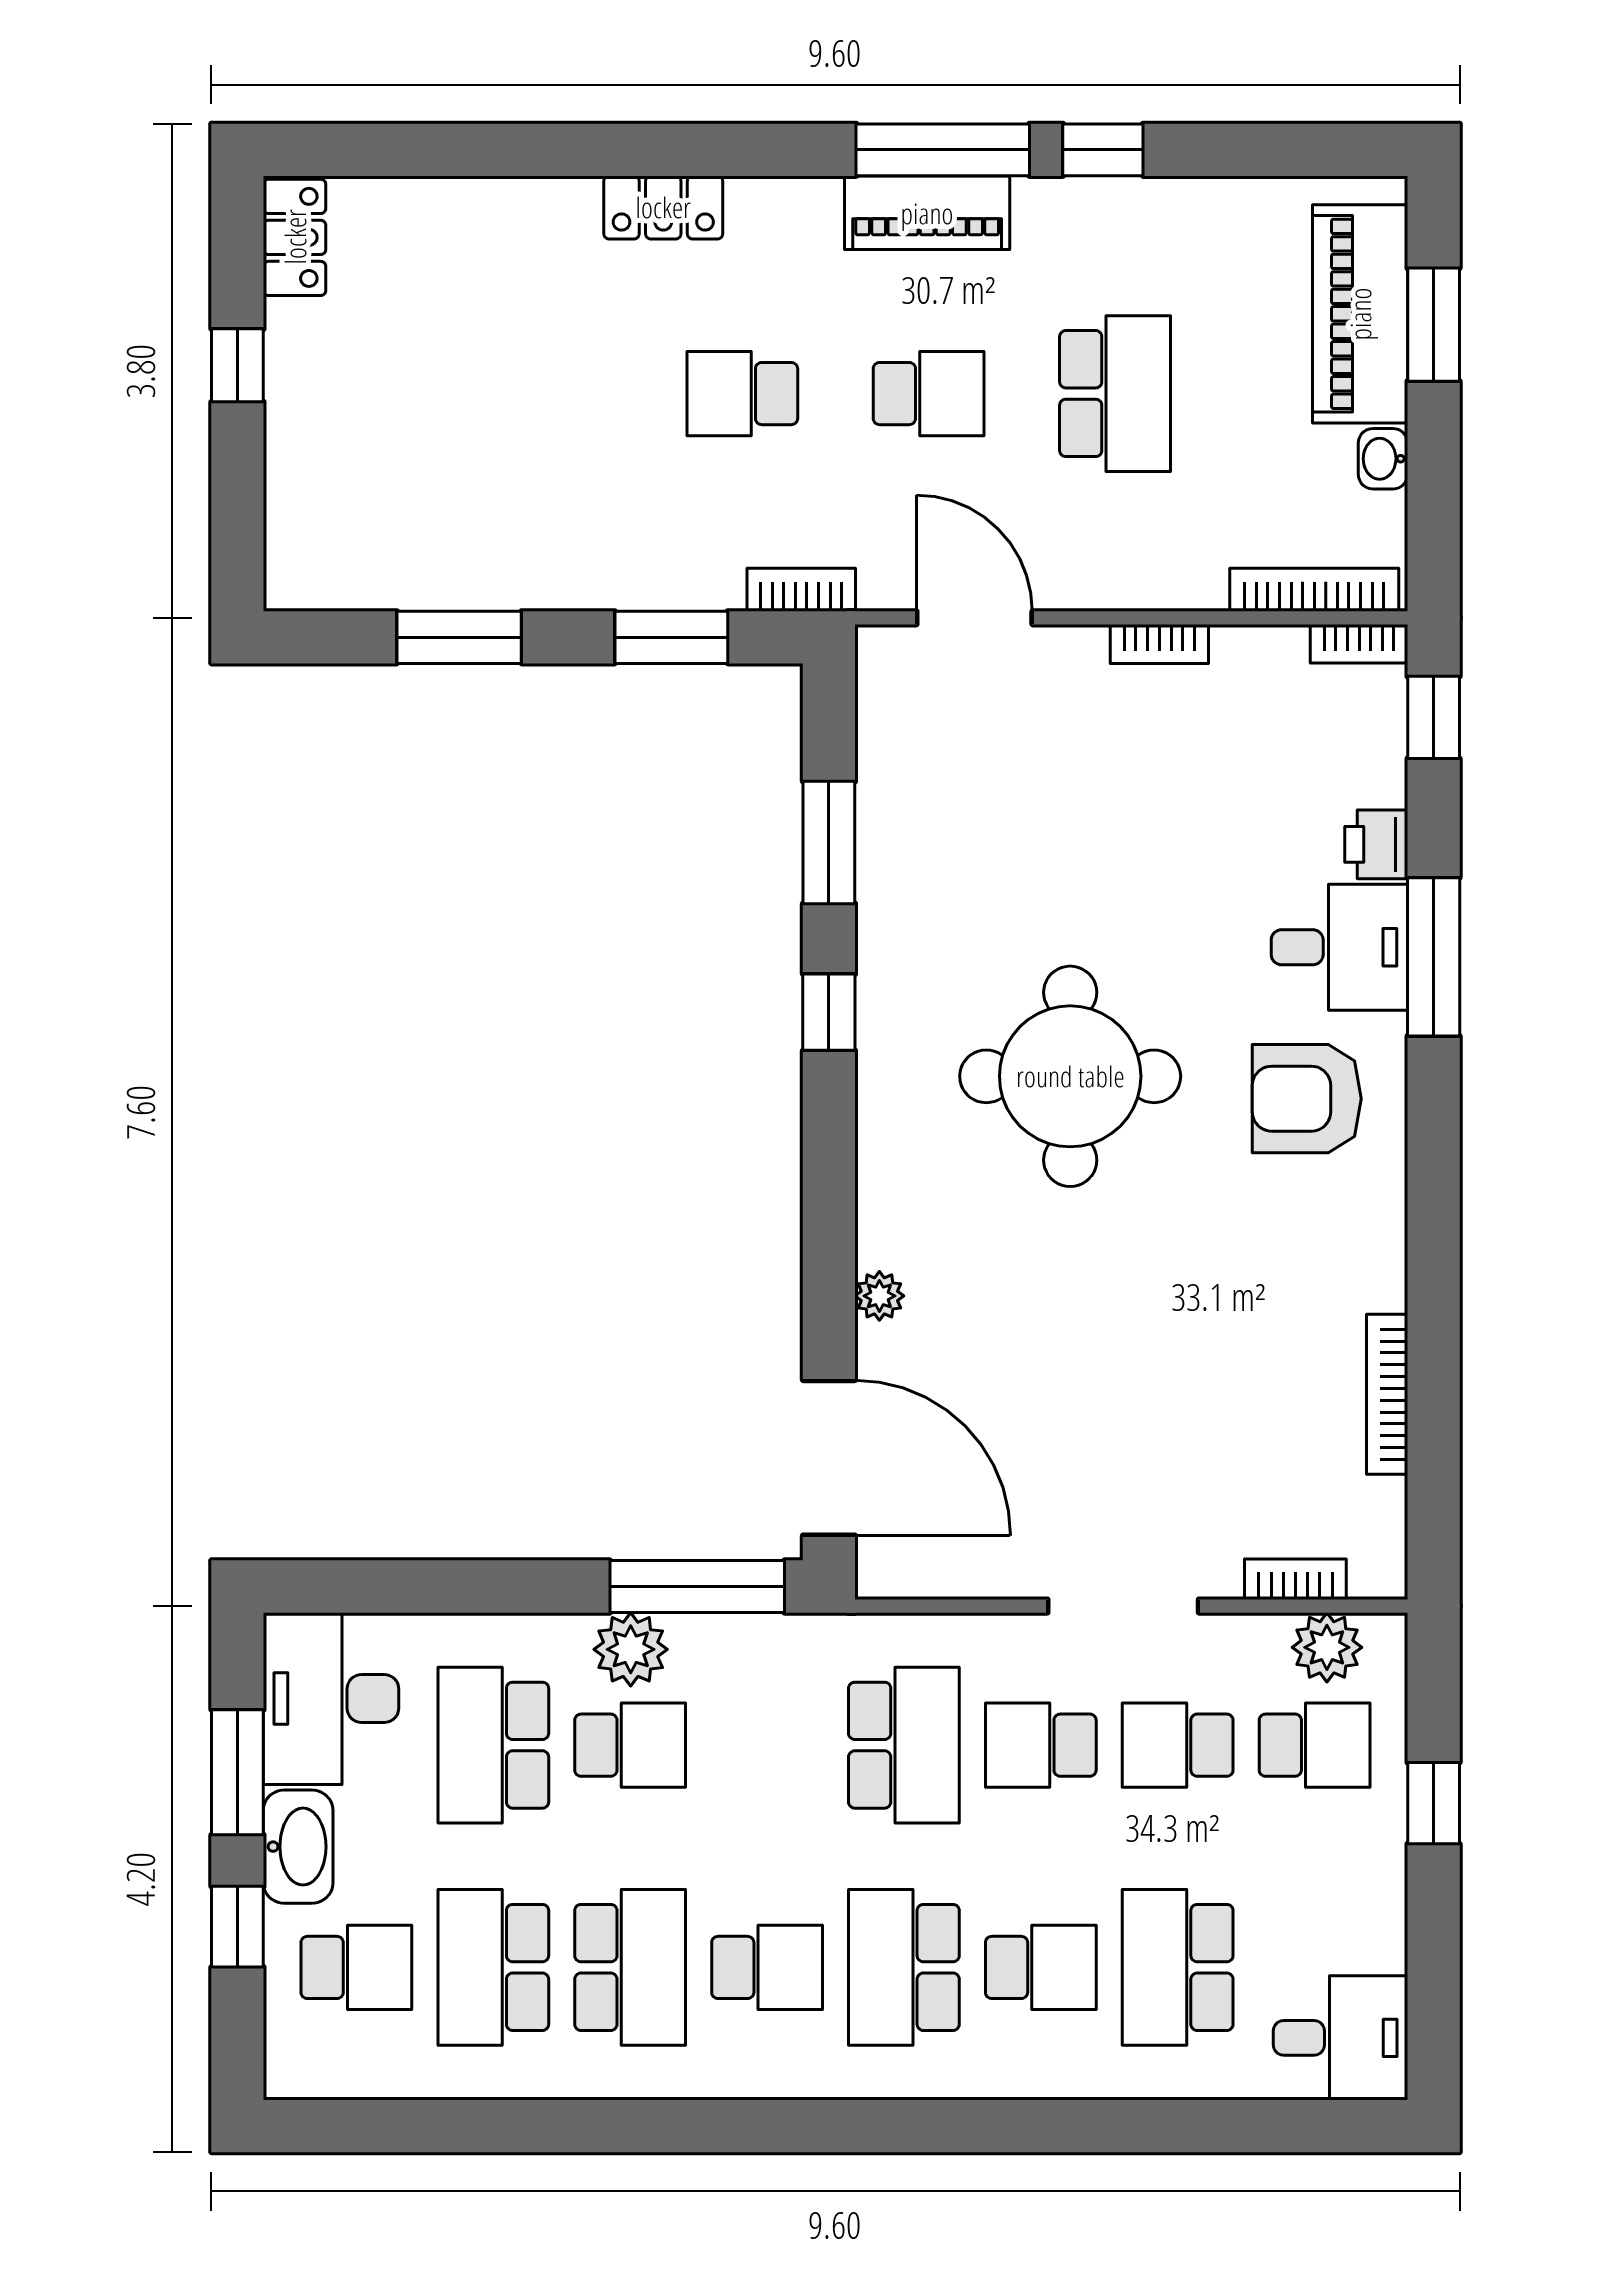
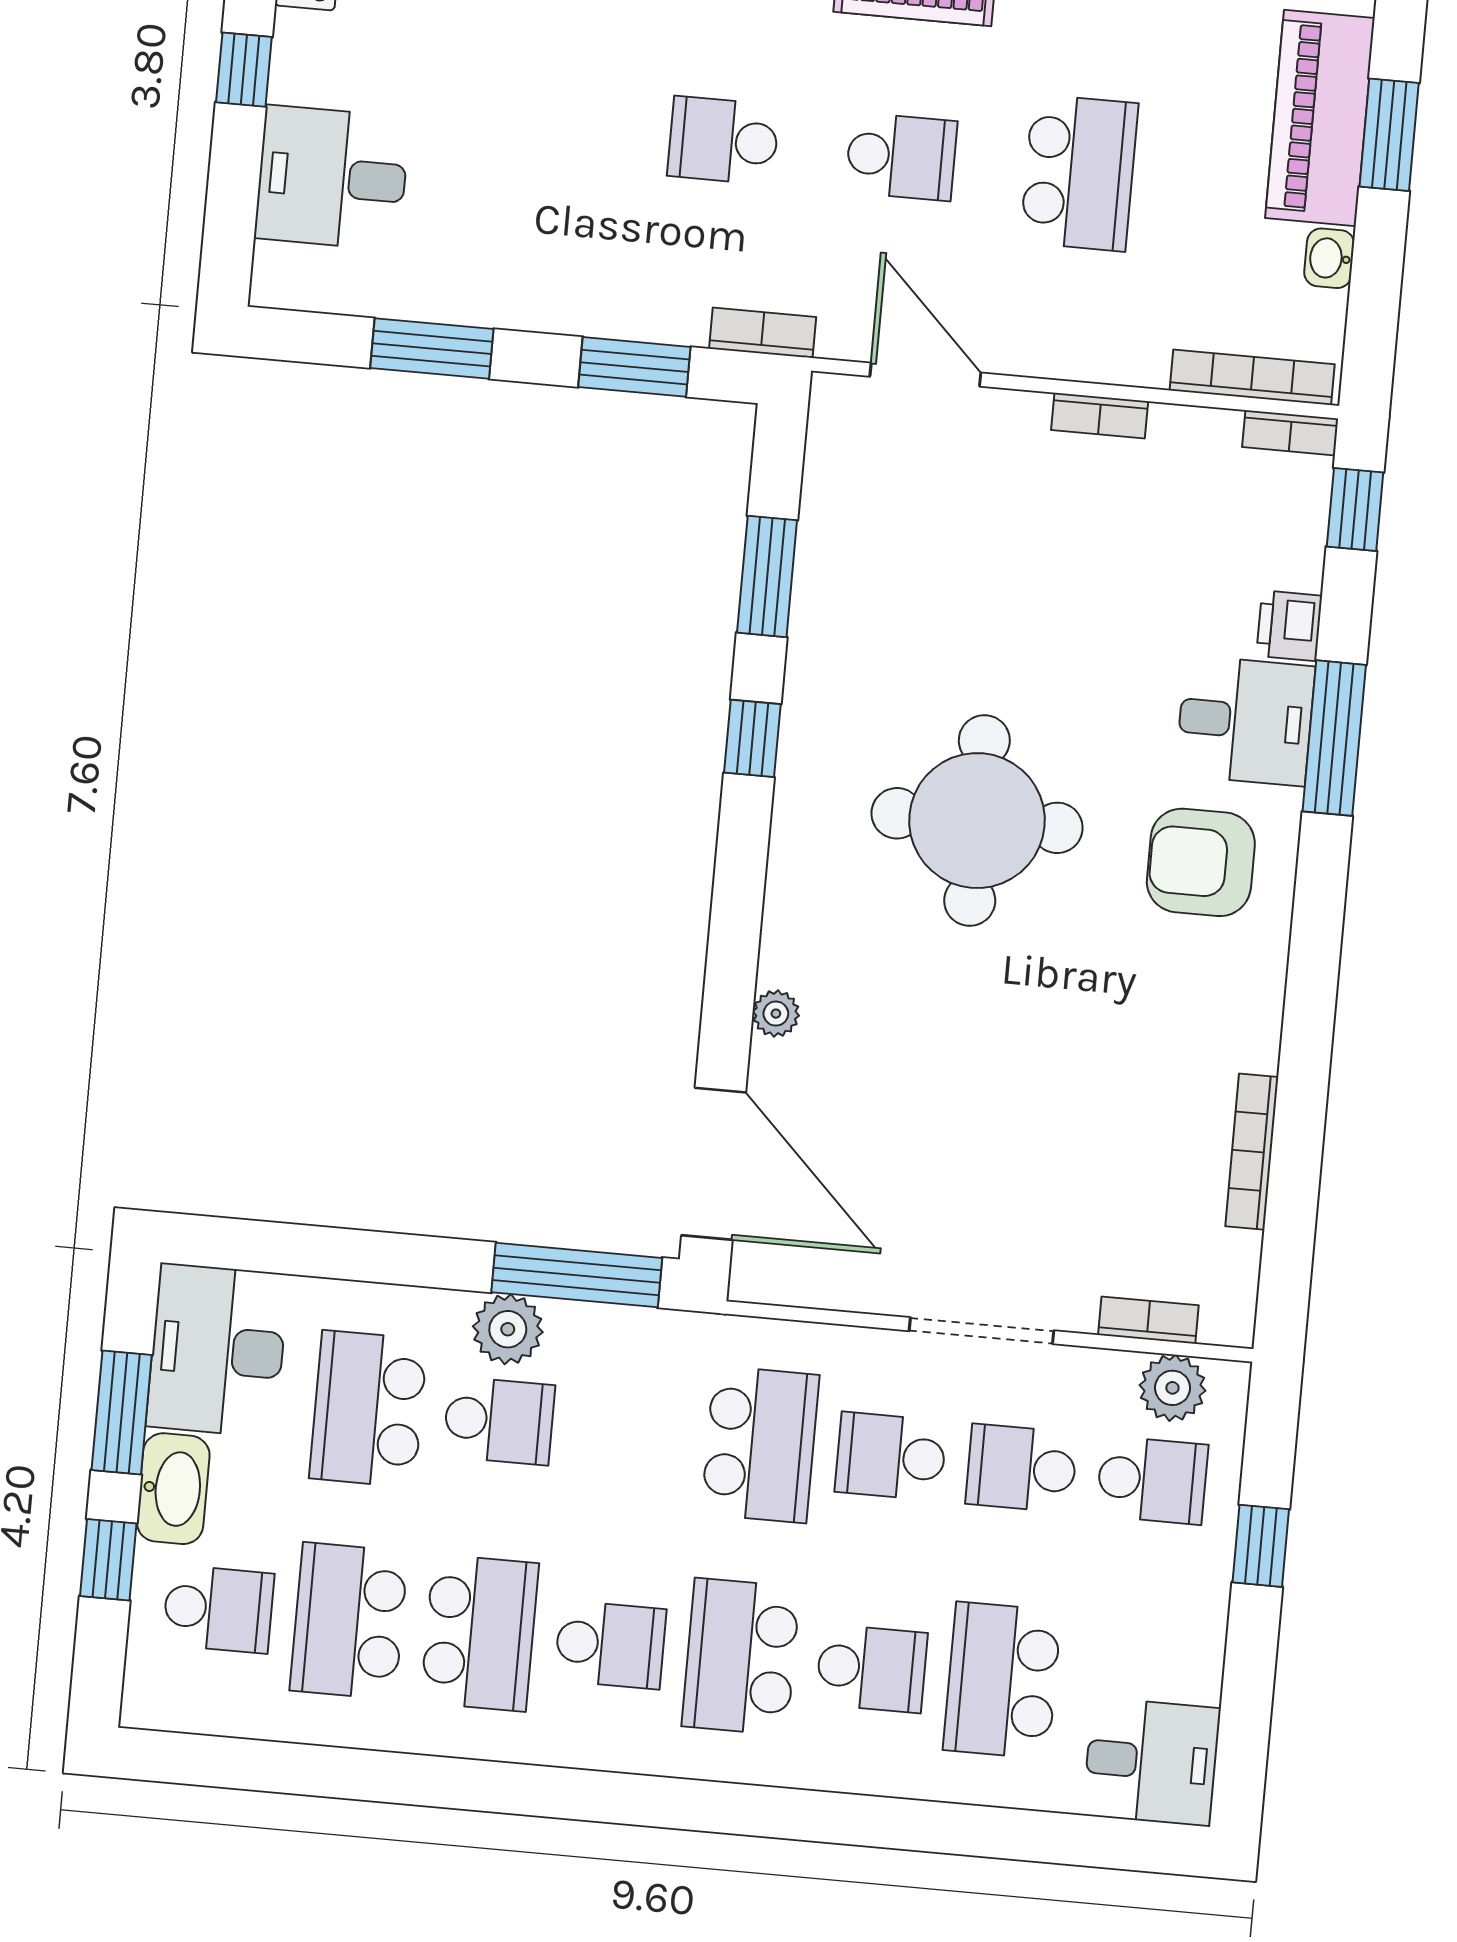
desk: (339, 469) -> (332, 178), added

